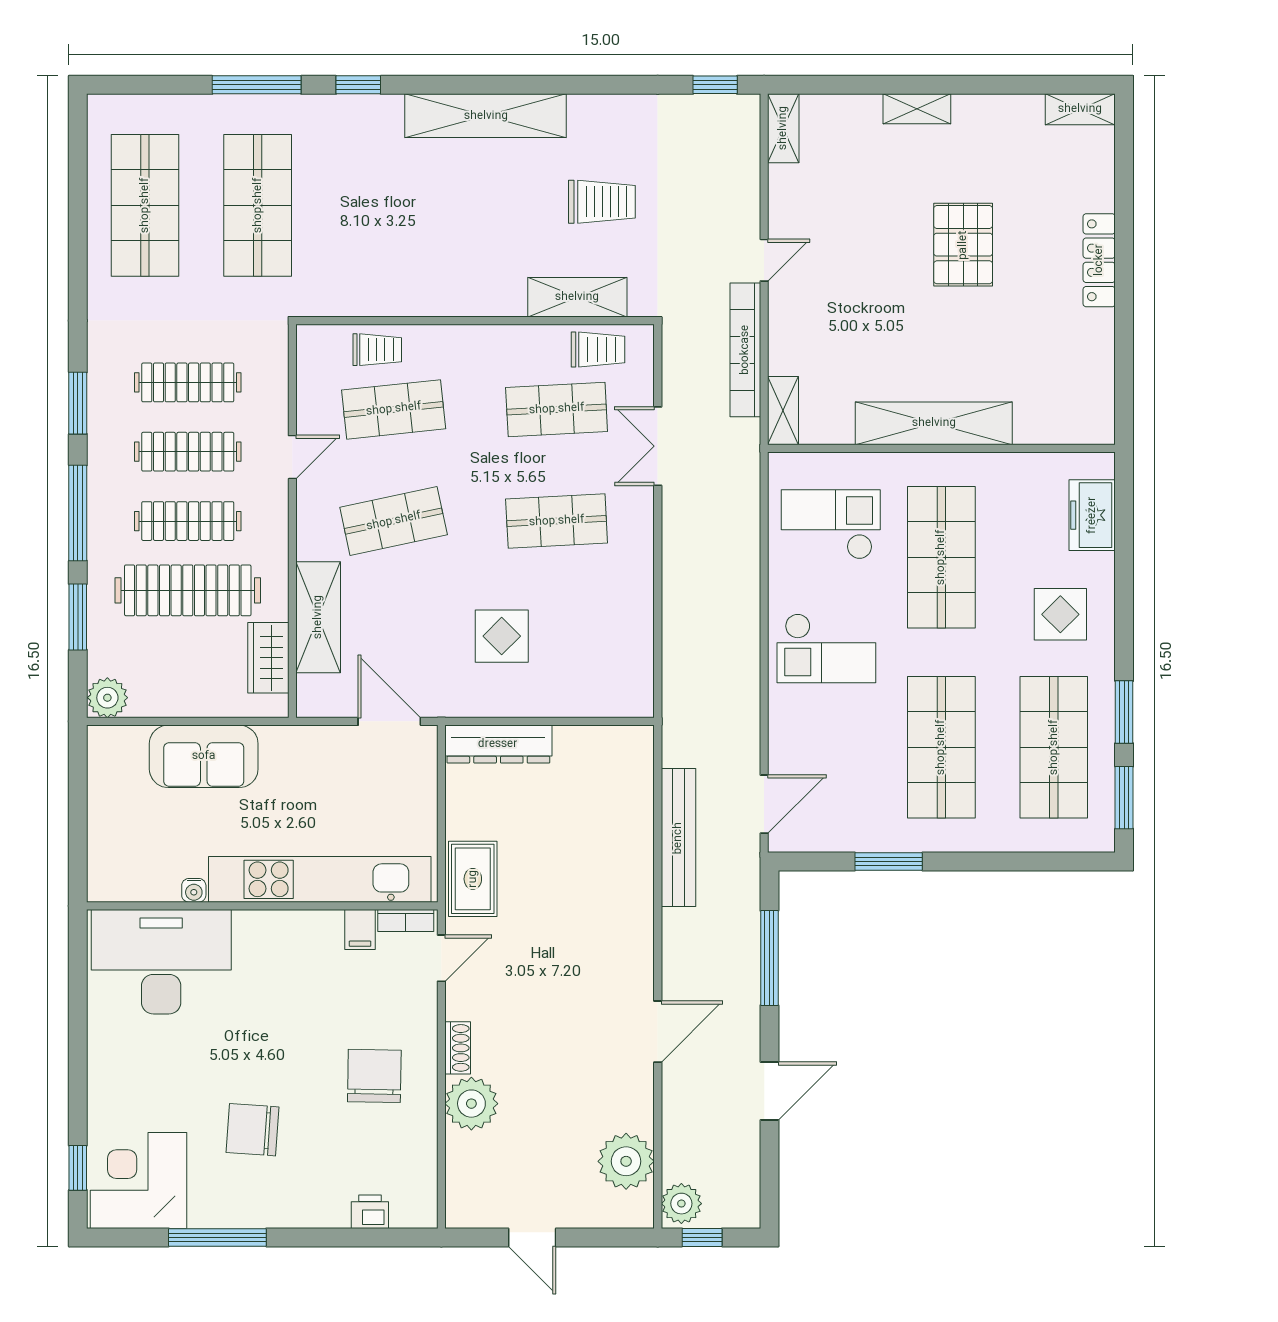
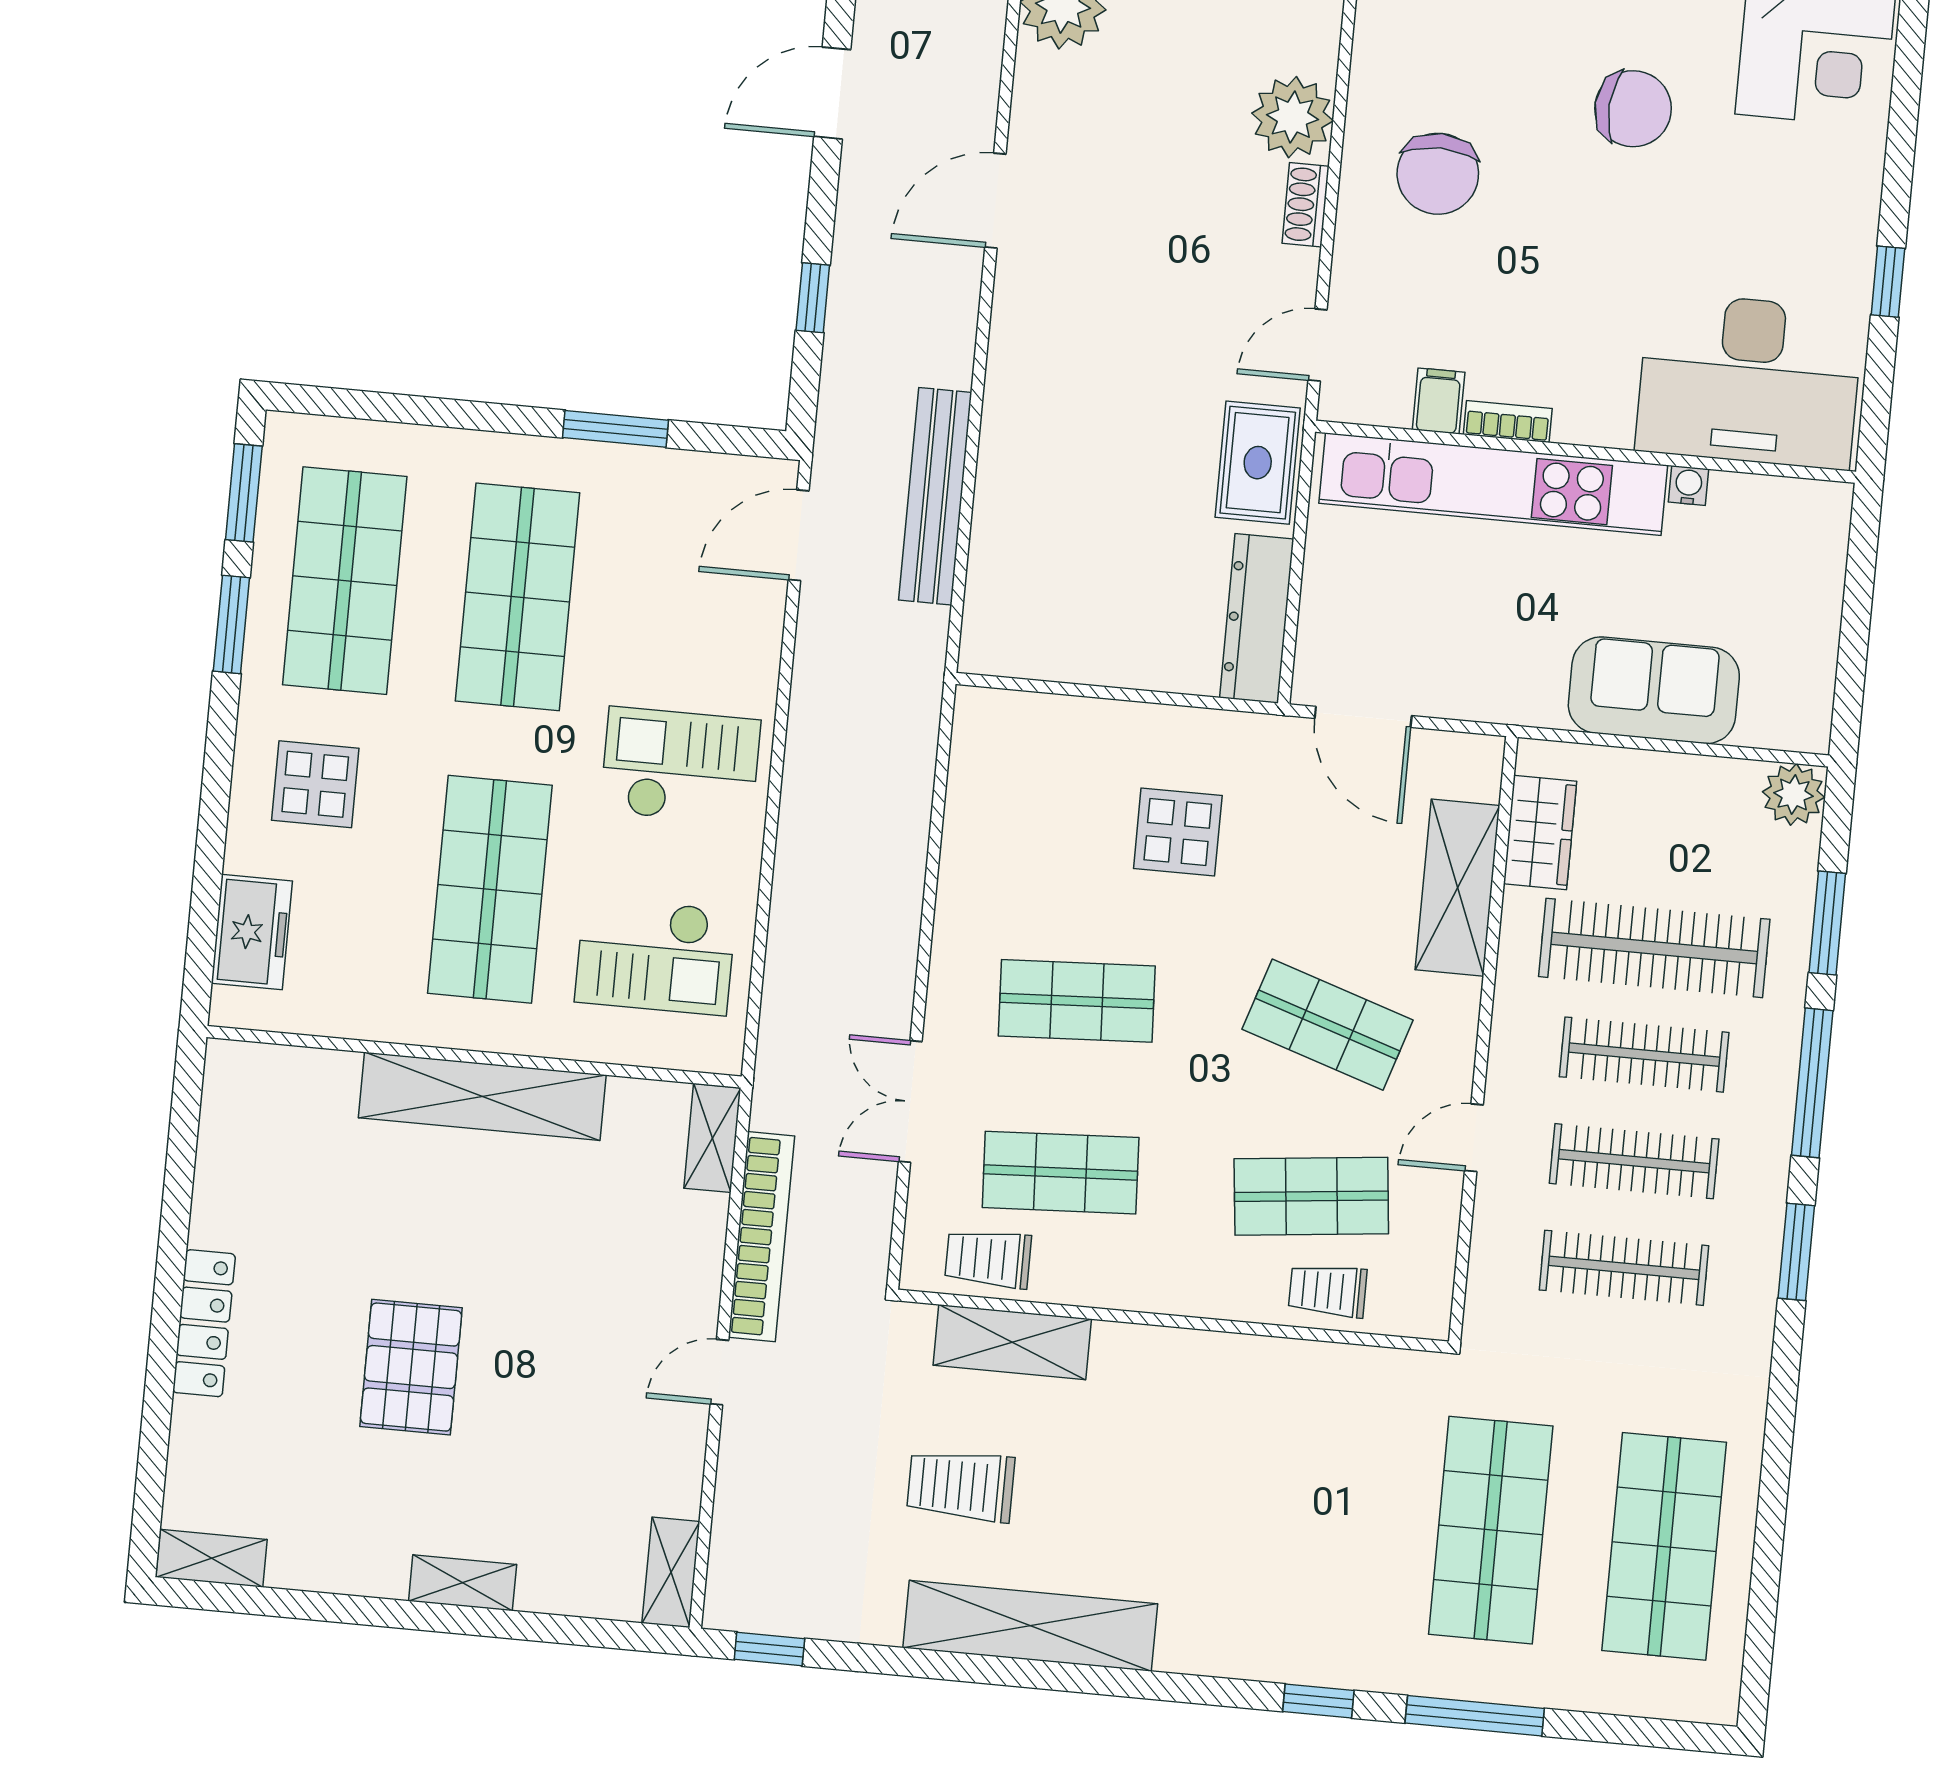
shelving: (486, 116) -> (1030, 1626), moved
double door: (658, 446) -> (910, 1101), swing flipped
shop shelf: (394, 521) -> (1328, 1025), turned 30
dresser: (498, 744) -> (1257, 618), moved, turned -90
bookcase: (406, 921) -> (1508, 422), moved
window: (769, 958) -> (813, 298), width x0.46
window: (78, 1168) -> (1888, 282), moved

